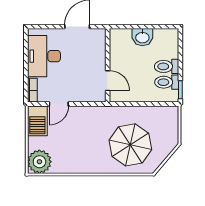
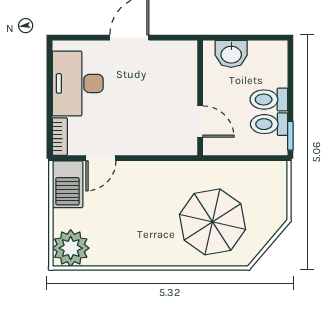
wall: (108, 65) -> (200, 98), moved
door: (108, 81) -> (200, 122), moved

